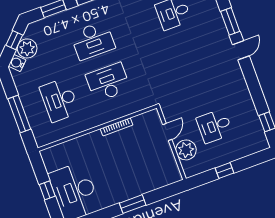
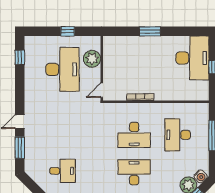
desk: (59, 100) -> (178, 135), turned 180
desk: (215, 126) -> (62, 69), width x1.87, depth x1.30
door: (167, 132) -> (102, 90), moved

